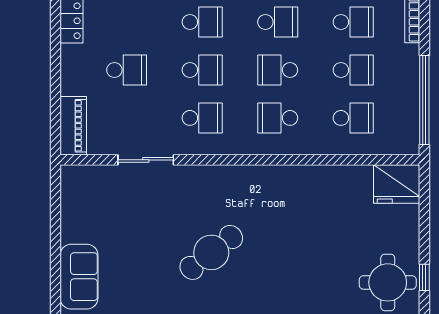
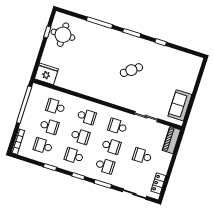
school desk: (202, 22) -> (105, 166), turned 180
school desk: (202, 70) -> (111, 146), turned 180
school desk: (353, 70) -> (49, 126), turned 180
cafe table: (211, 252) -> (131, 70), width x0.73, depth x0.74
sofa: (79, 277) -> (180, 105), moved

